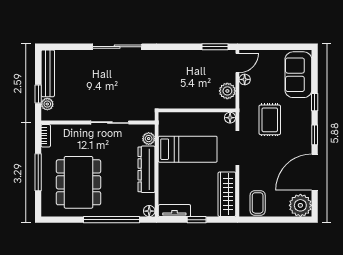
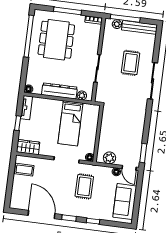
sofa: (298, 75) -> (125, 202), moved, turned -90
rug: (97, 79) -> (131, 63), added
window: (38, 94) -> (125, 18), width x2.17
rug: (270, 120) -> (84, 186), turned 90
dining table: (79, 182) -> (56, 40), turned 90
wardrobe: (227, 194) -> (28, 147), width x0.67
plant: (300, 205) -> (18, 201), removed
window: (111, 220) -> (29, 36), moved

